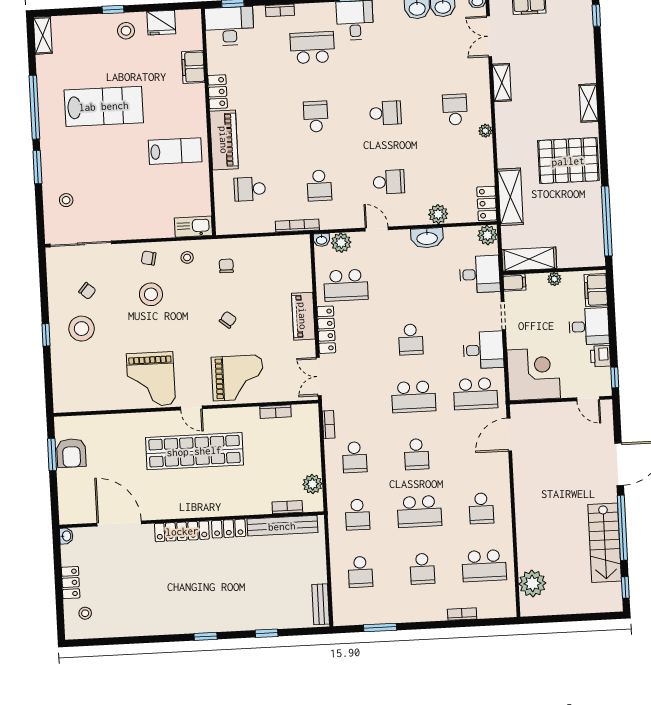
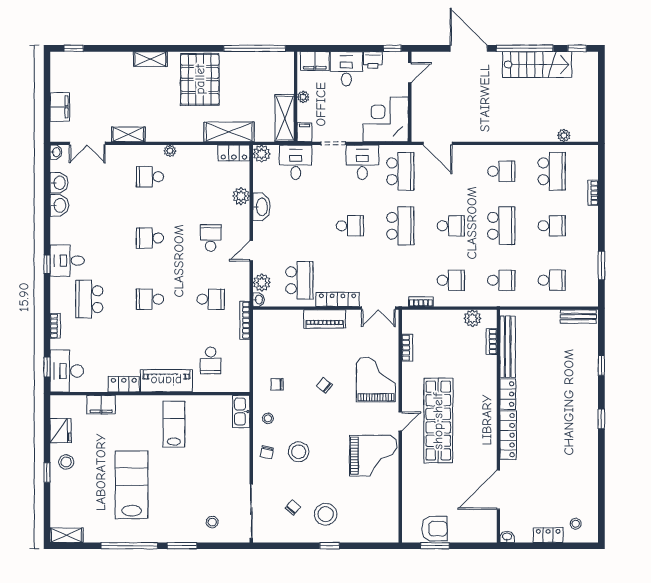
school desk: (385, 113) -> (150, 238), turned -90
plant: (532, 583) -> (564, 135), width x0.53, depth x0.53

